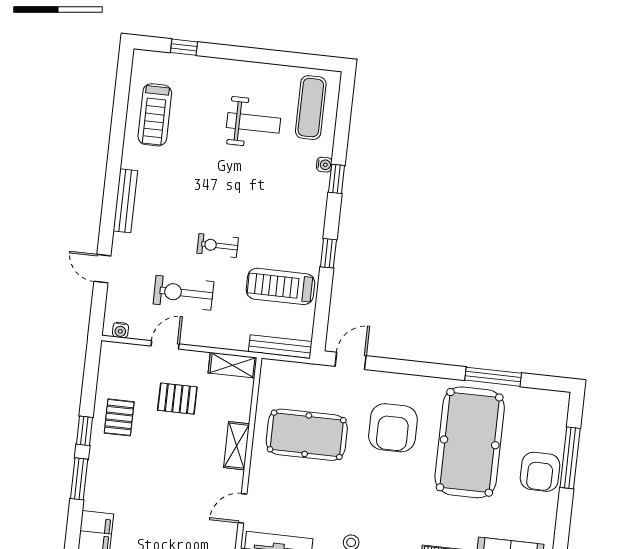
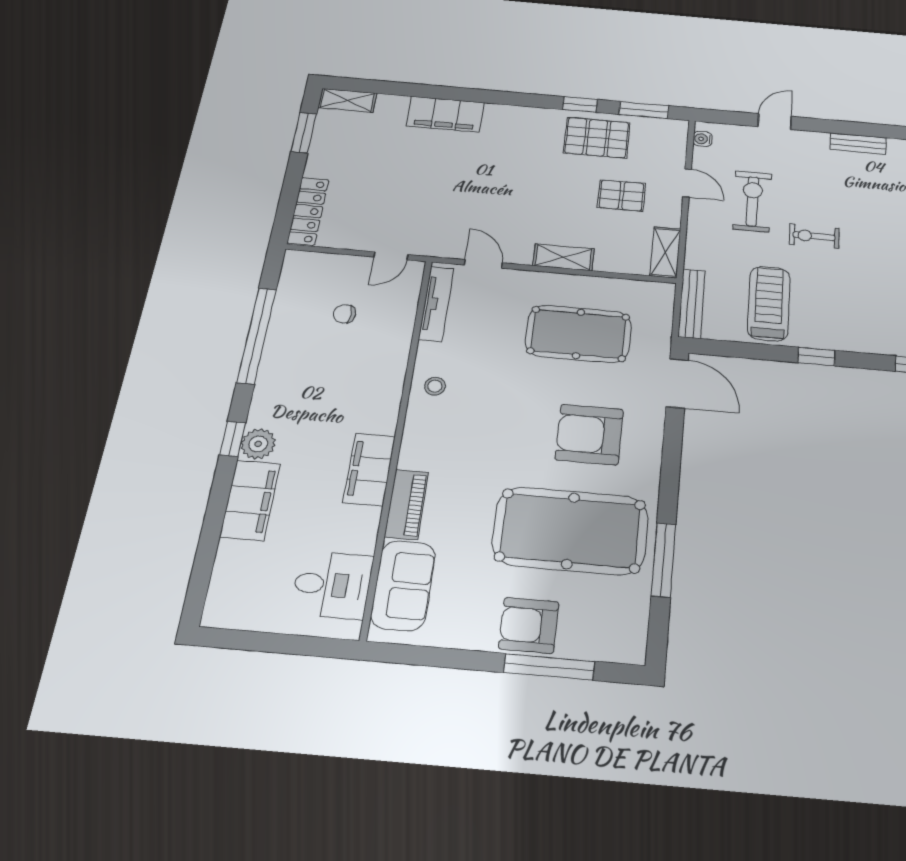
bench: (125, 201) -> (858, 144), width x0.73
exercise bike: (218, 245) -> (814, 236), turned -90
door: (351, 361) -> (677, 383), width x1.38
pallet: (177, 399) -> (621, 195), turned 90
pallet: (119, 417) -> (597, 138), width x1.50, depth x1.42
pool table: (307, 435) -> (578, 334), turned 90
window: (79, 479) -> (644, 110), moved

